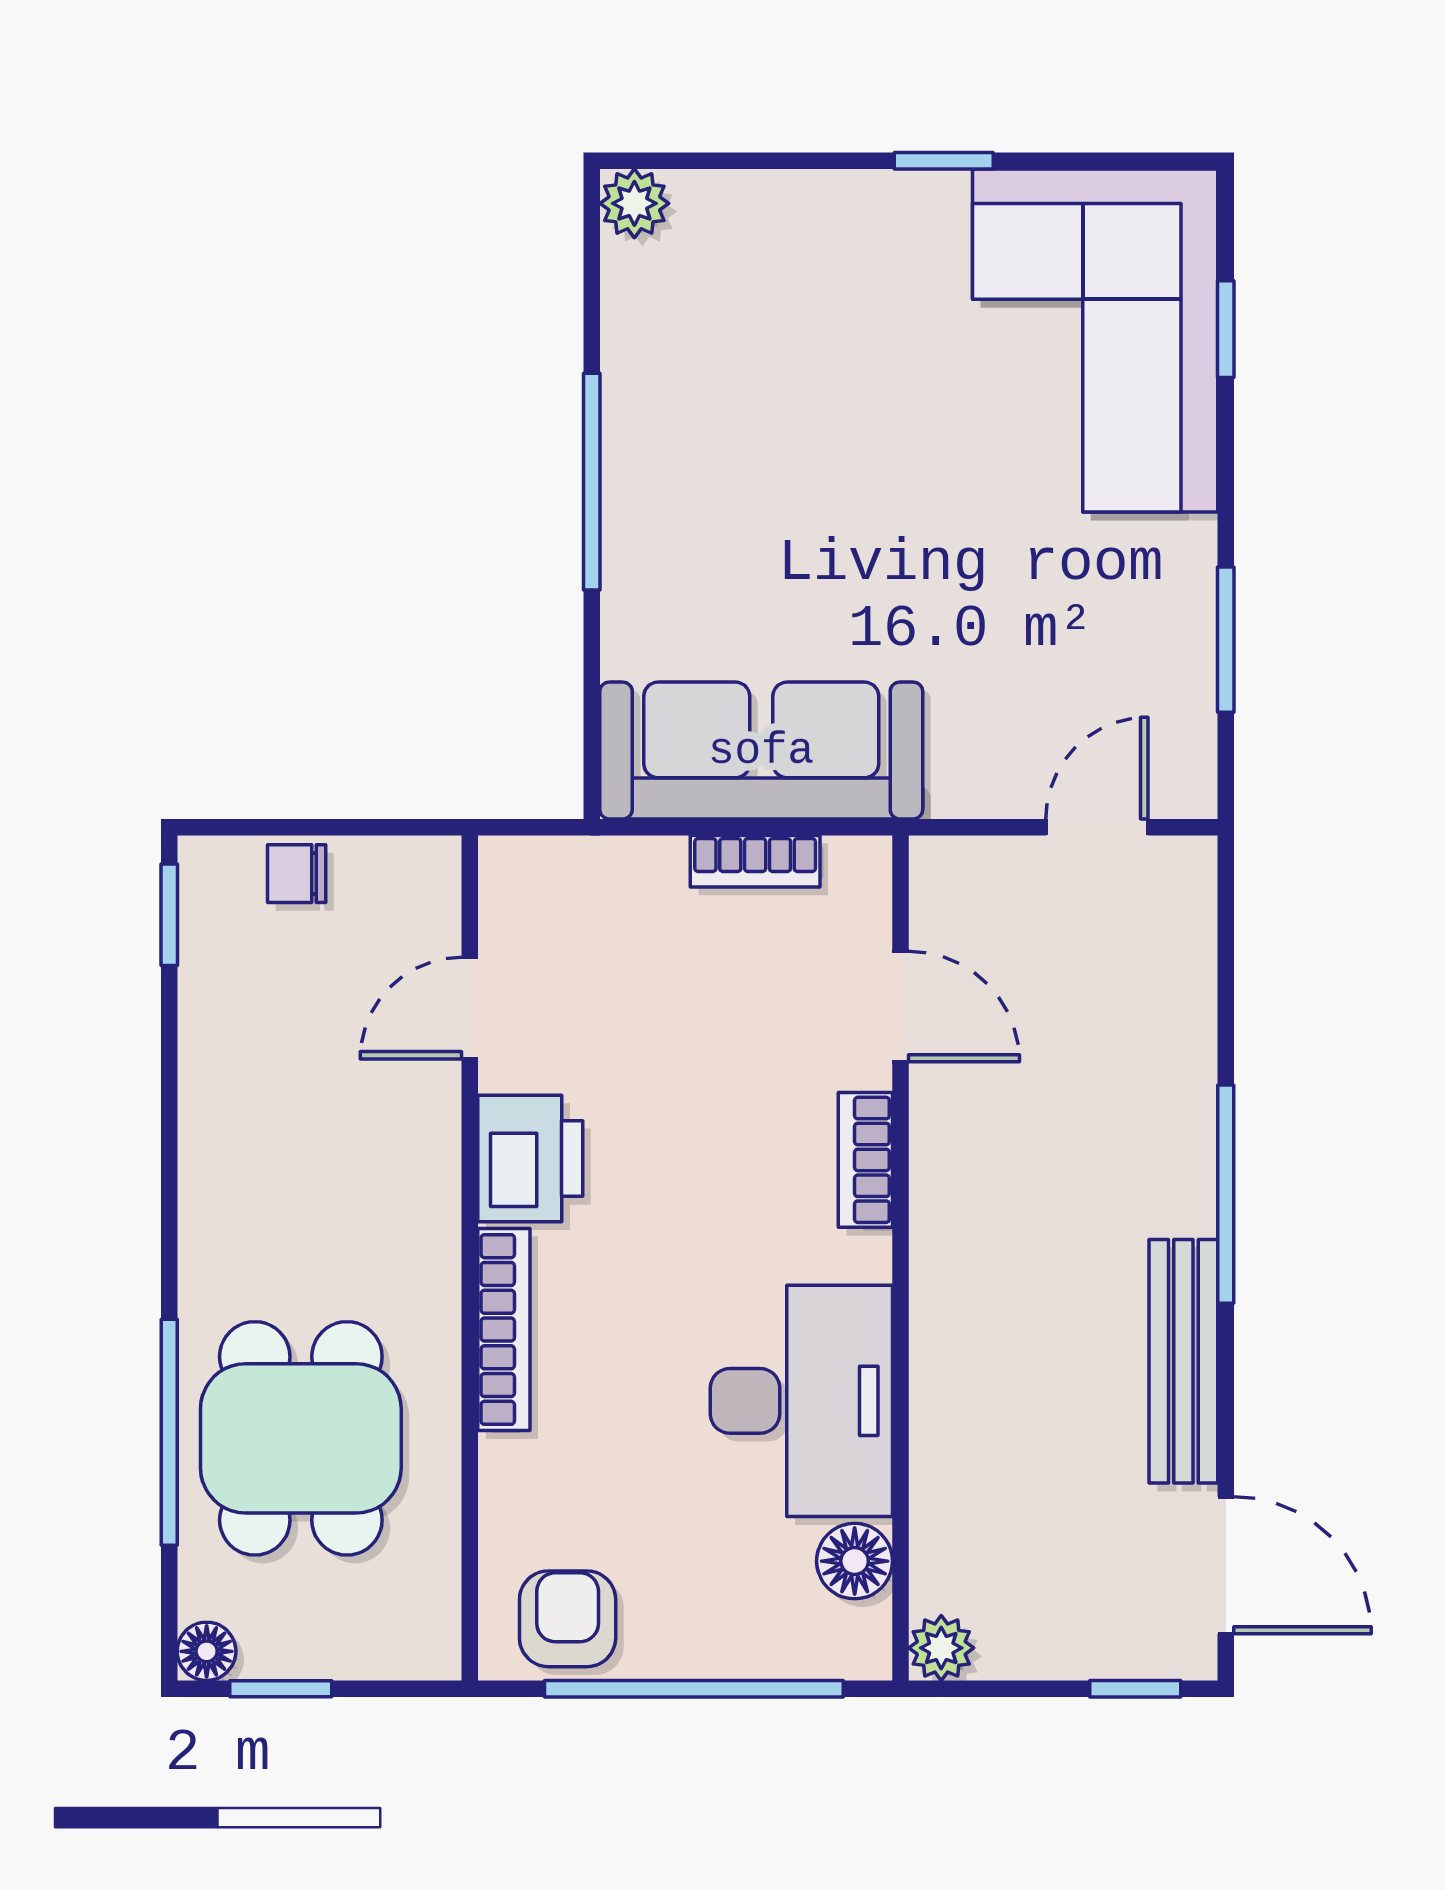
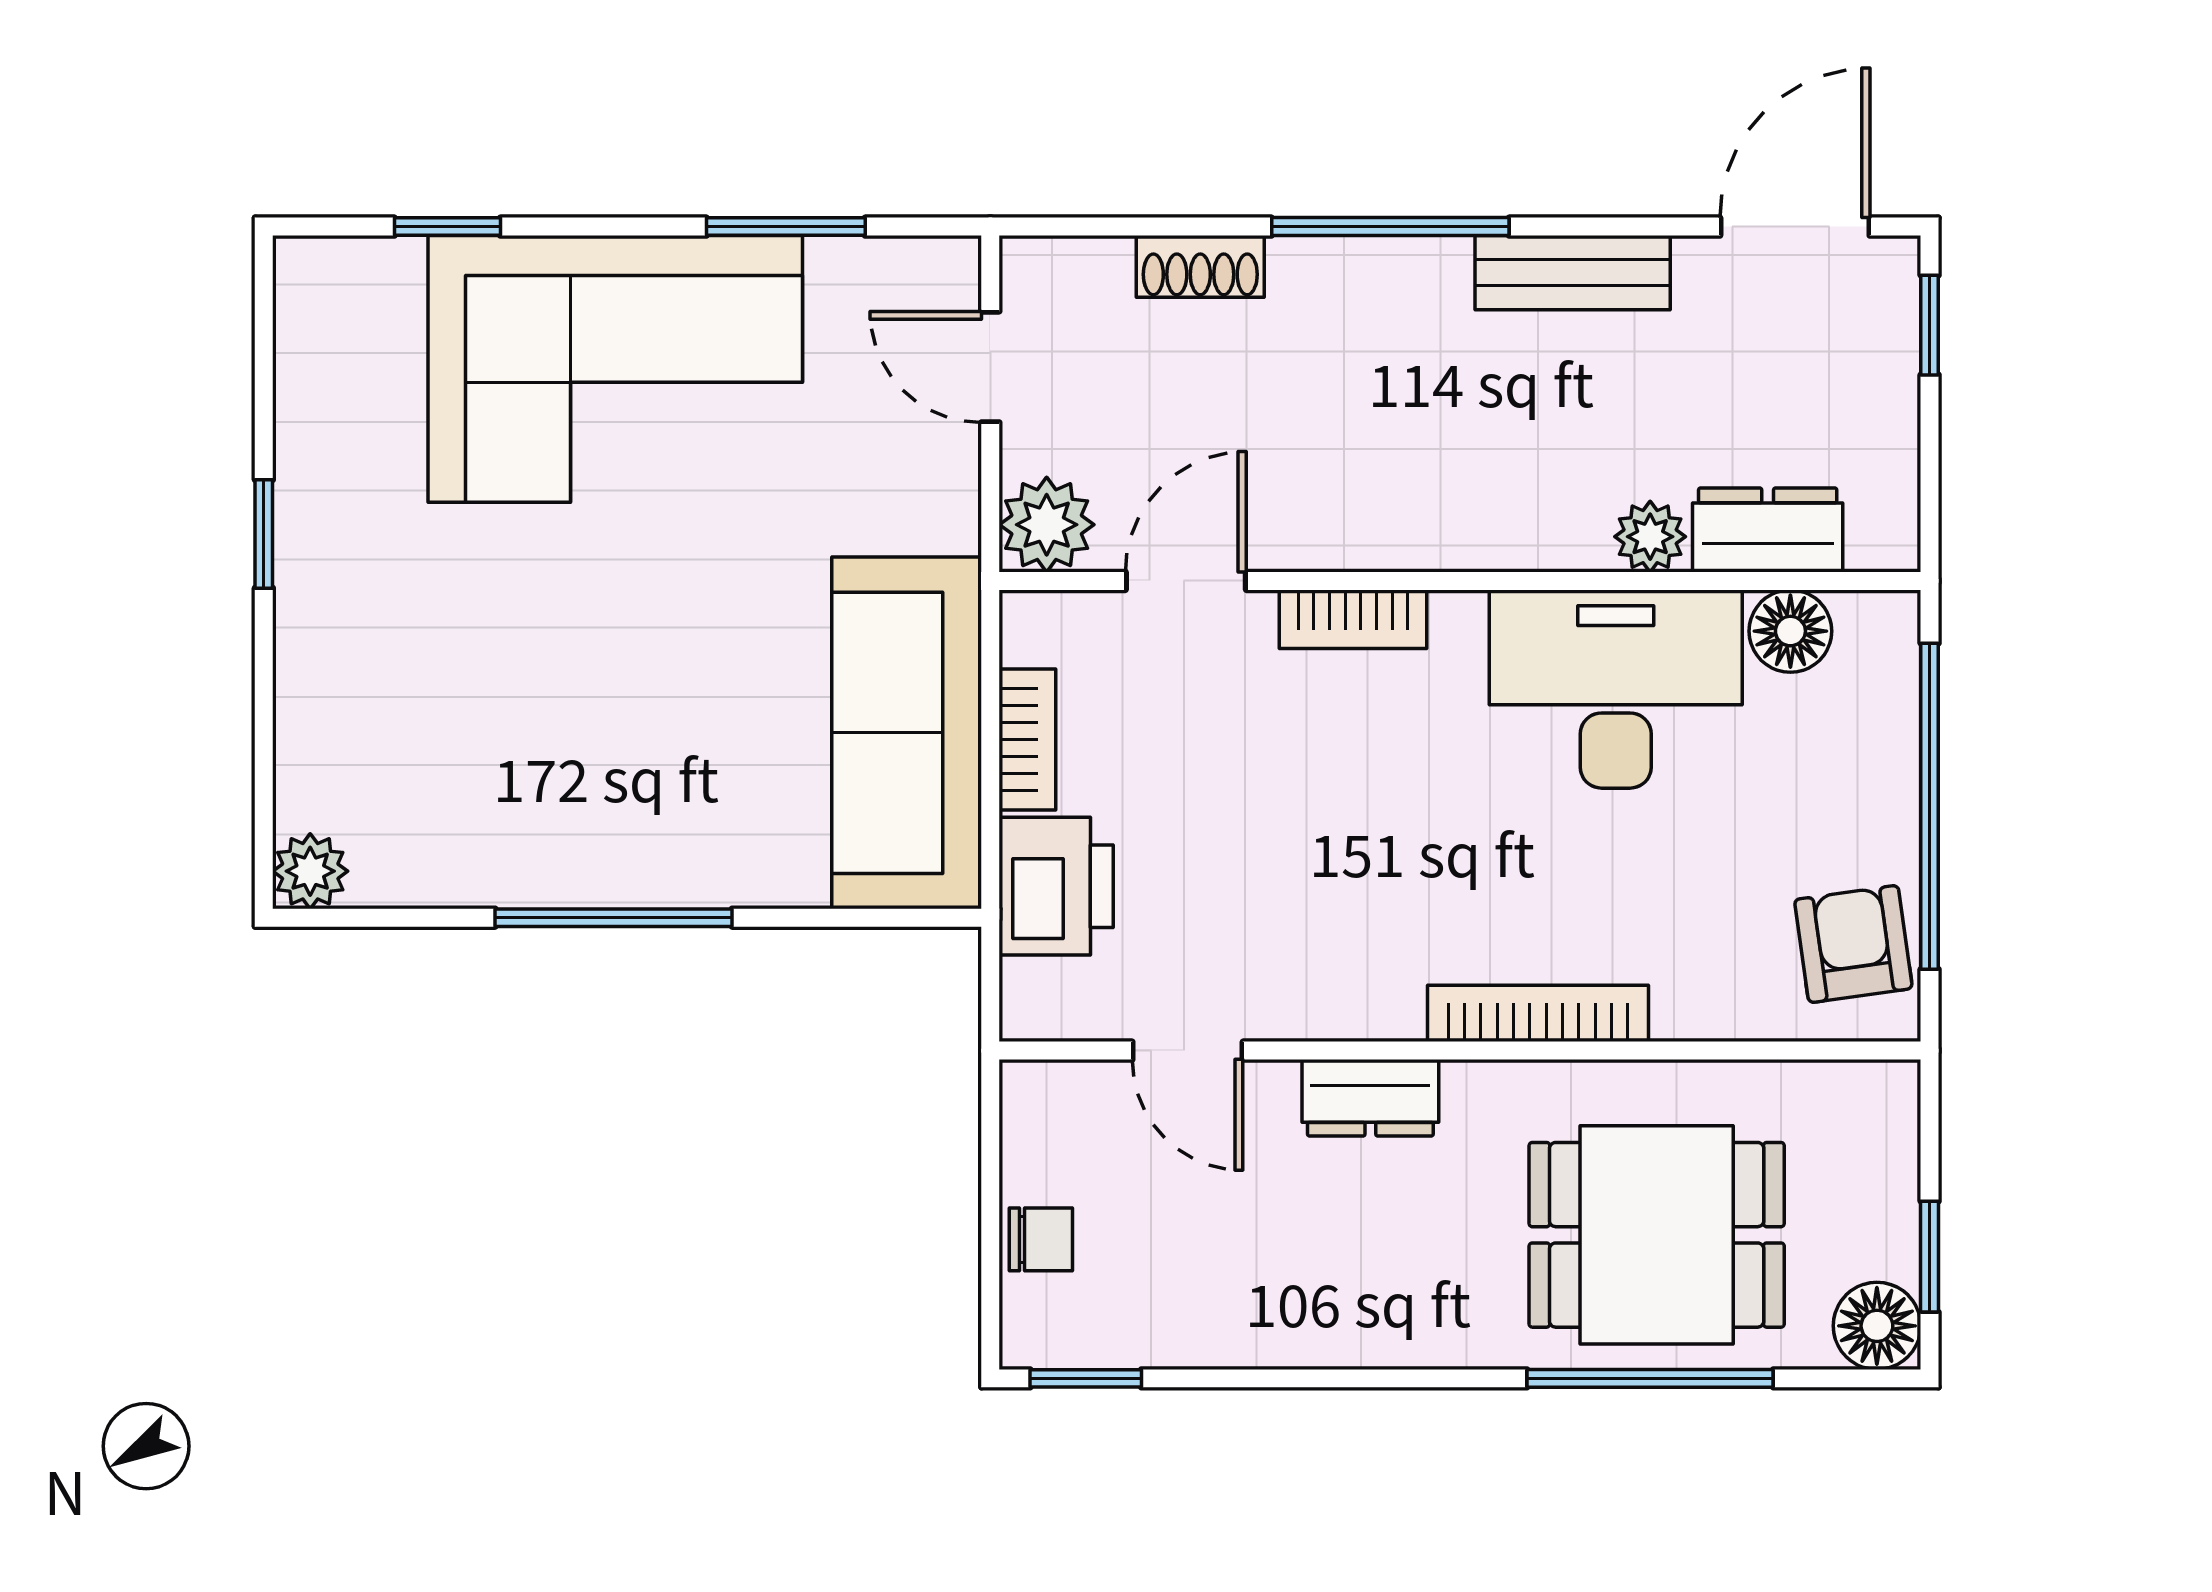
corner sofa: (1095, 341) -> (615, 369), moved
chair: (297, 874) -> (1041, 1239), turned -90
plant: (952, 879) -> (1047, 525), added
shoe rack: (1189, 1020) -> (1200, 266), added
printer: (530, 1159) -> (1056, 886), moved, turned 90
dresser: (427, 1176) -> (1370, 1098), added
bench: (1183, 1361) -> (1573, 273), width x0.73
dresser: (947, 1540) -> (1768, 530), added
armchair: (568, 1619) -> (1853, 944), turned 82
plant: (941, 1648) -> (1650, 537), moved
floor lamp: (207, 1651) -> (1877, 1326), width x1.37, depth x1.37

